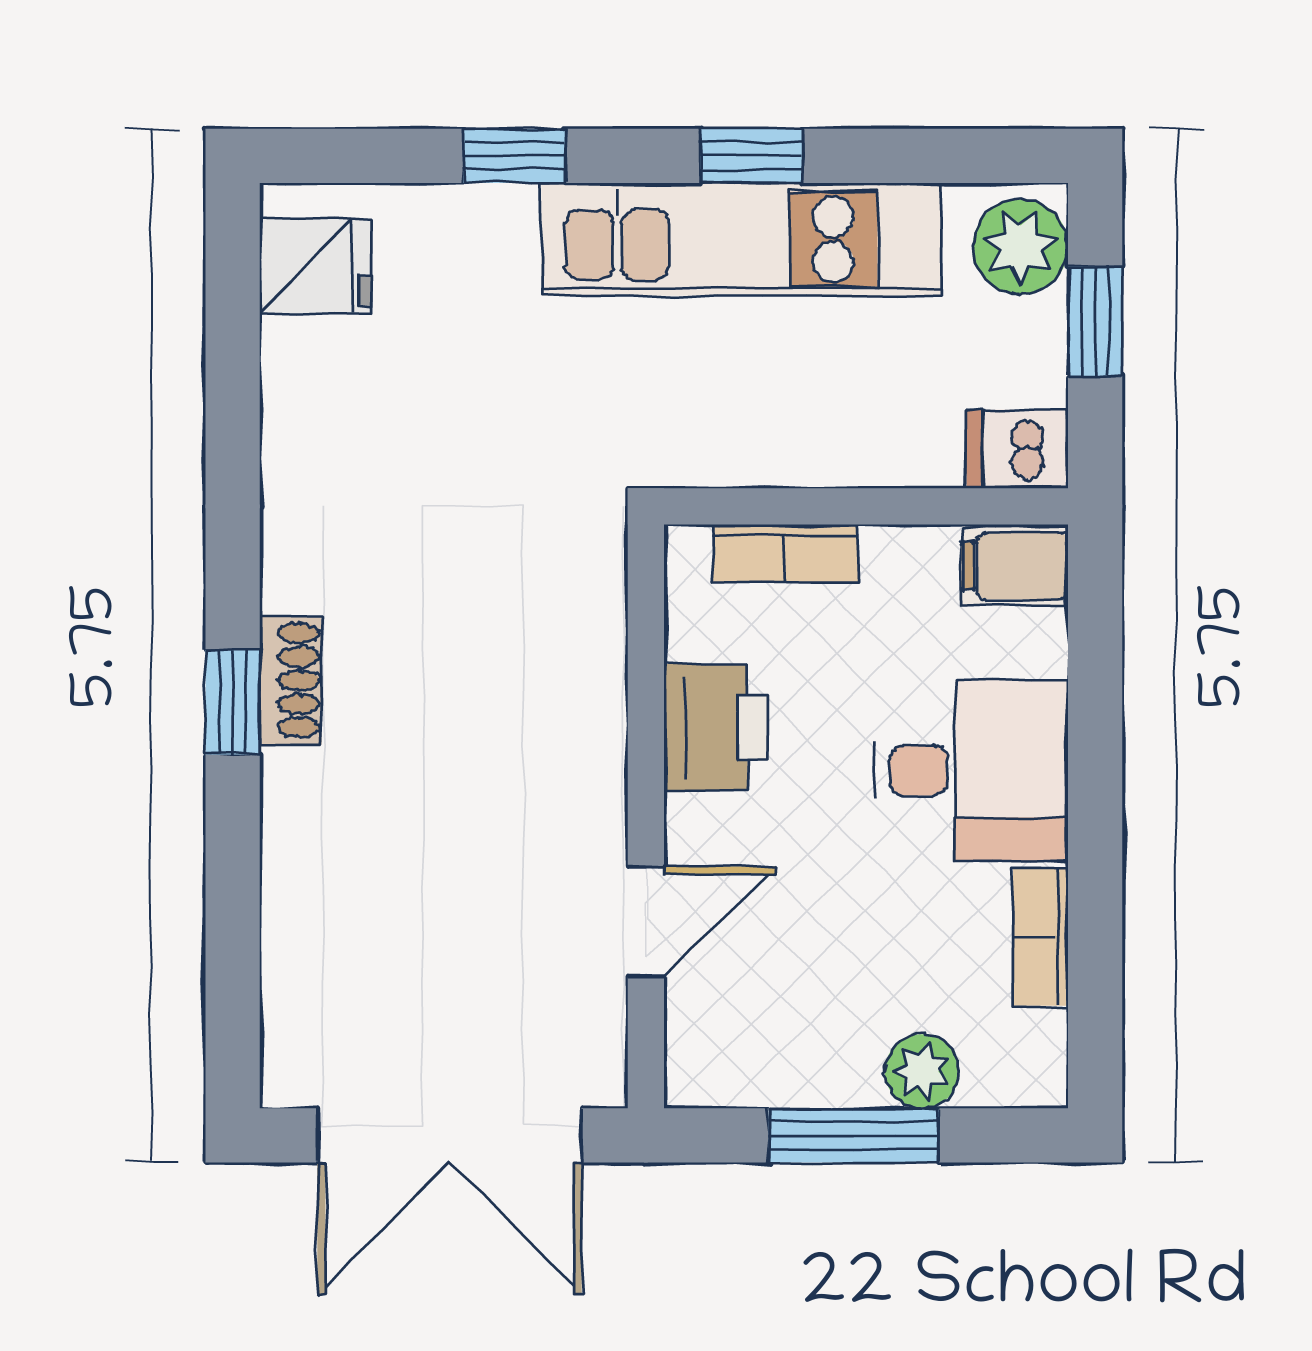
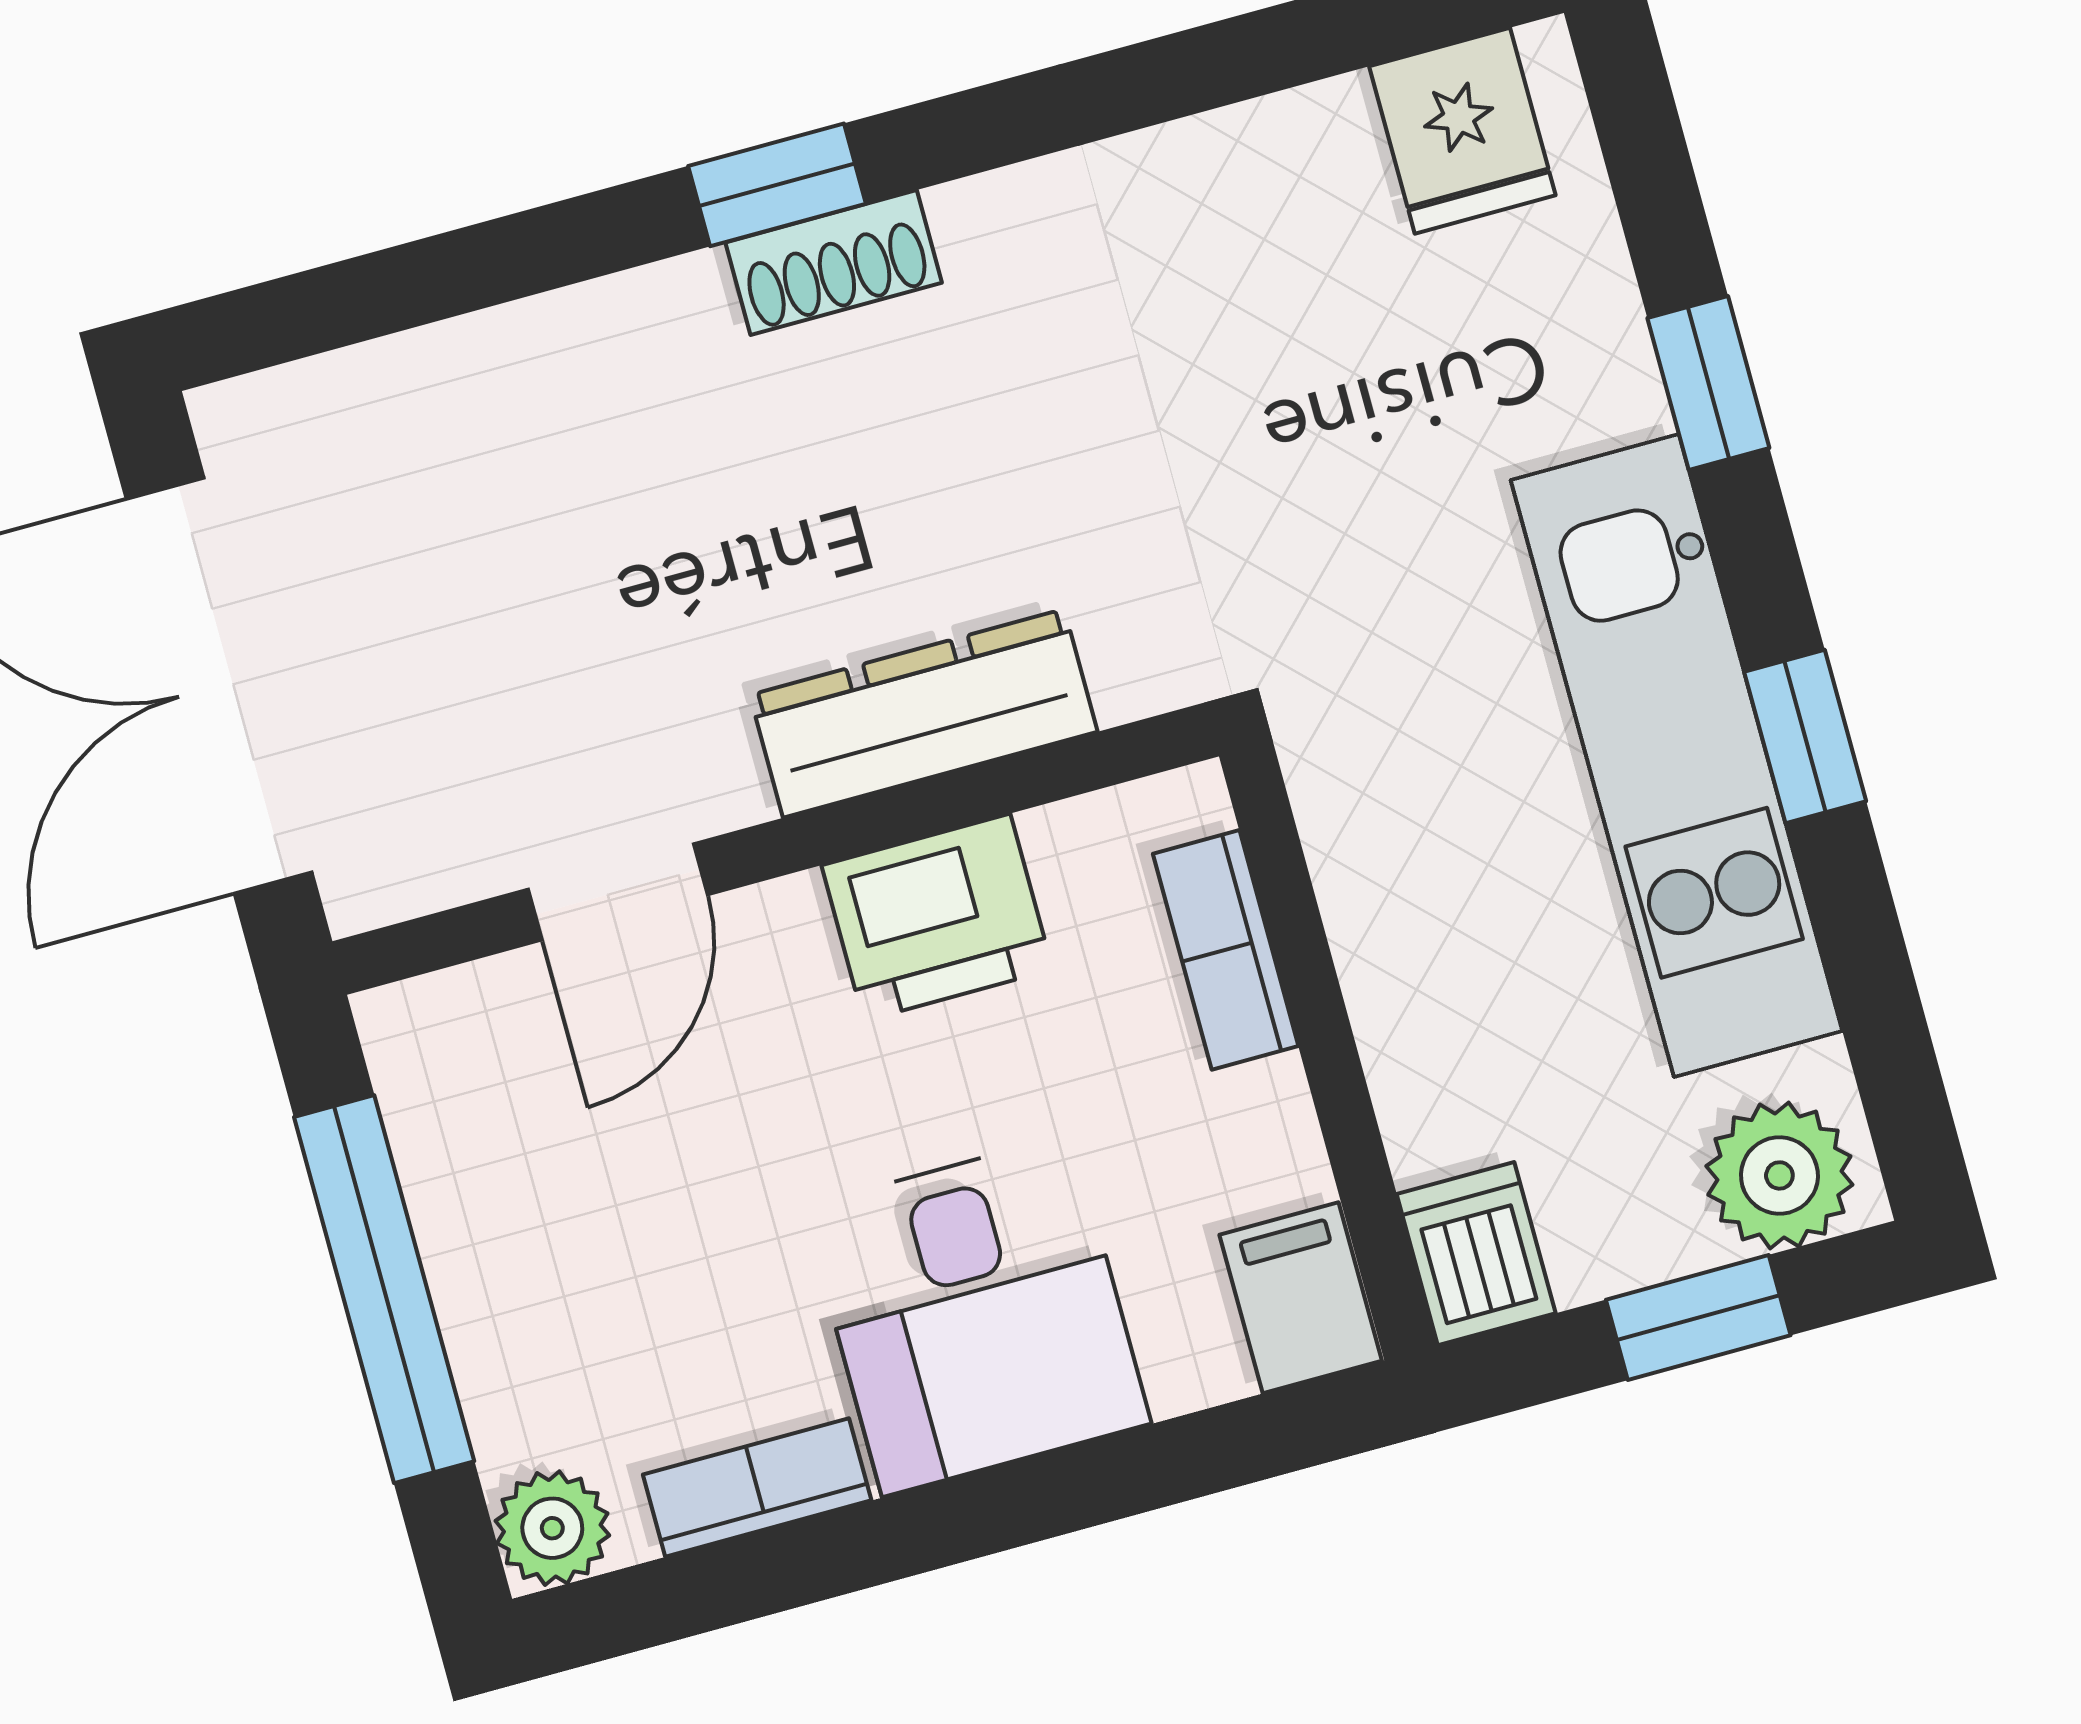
dresser: (587, 701) -> (924, 713), added
door: (646, 922) -> (618, 892), hinge flipped
plant: (922, 1071) -> (552, 1528), moved
window: (854, 1135) -> (384, 1289), width x1.44

